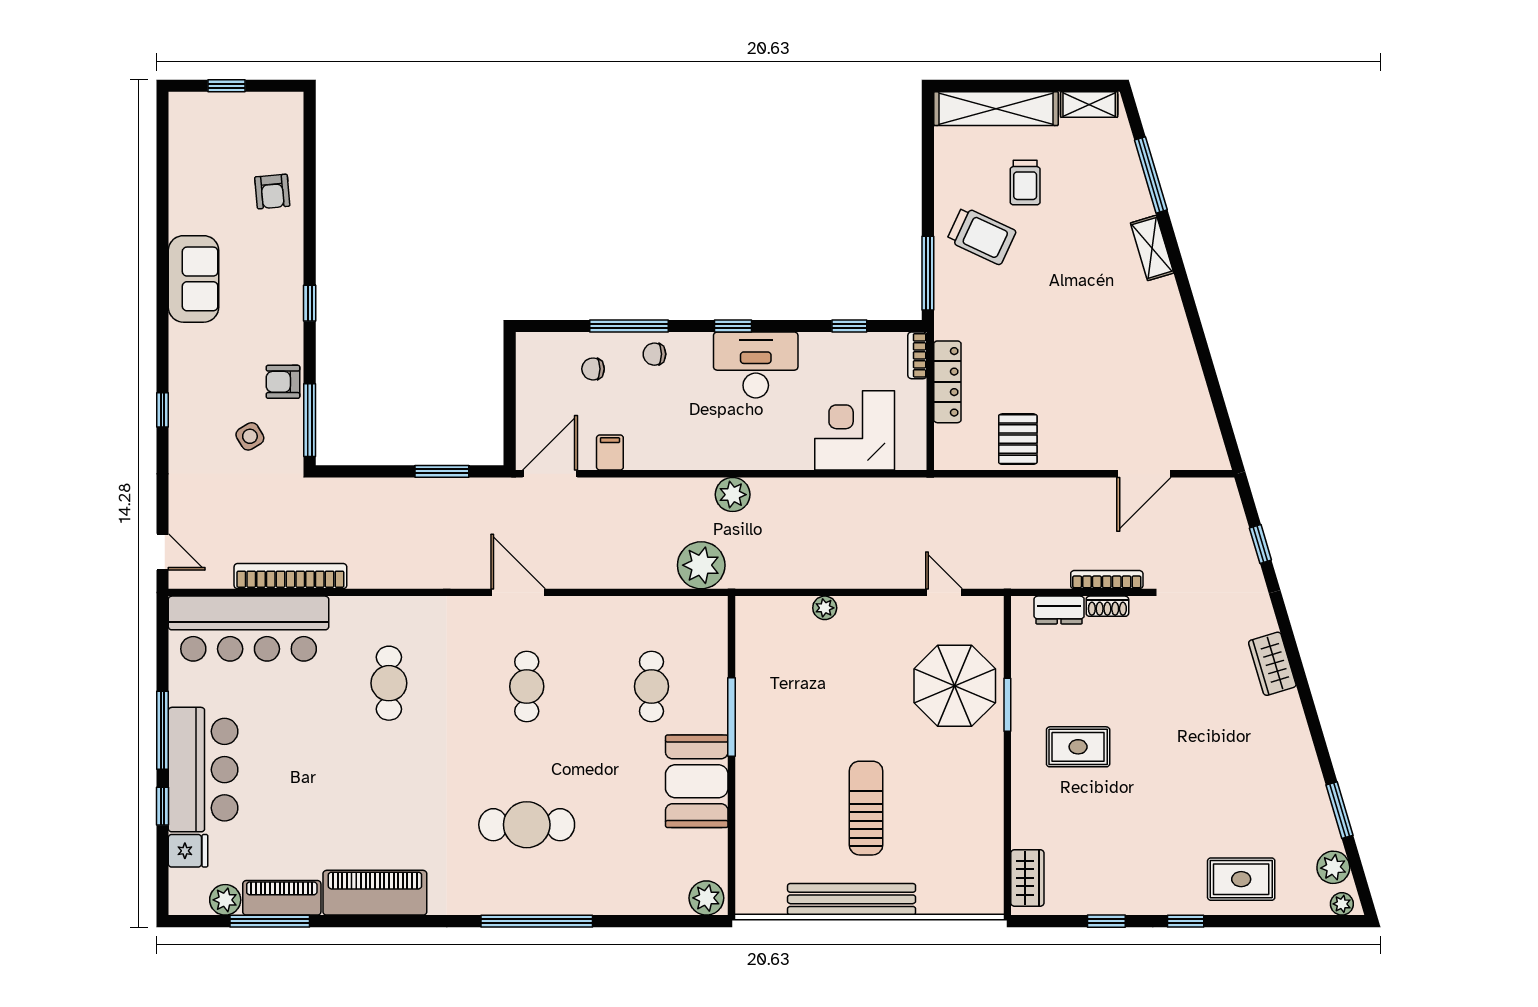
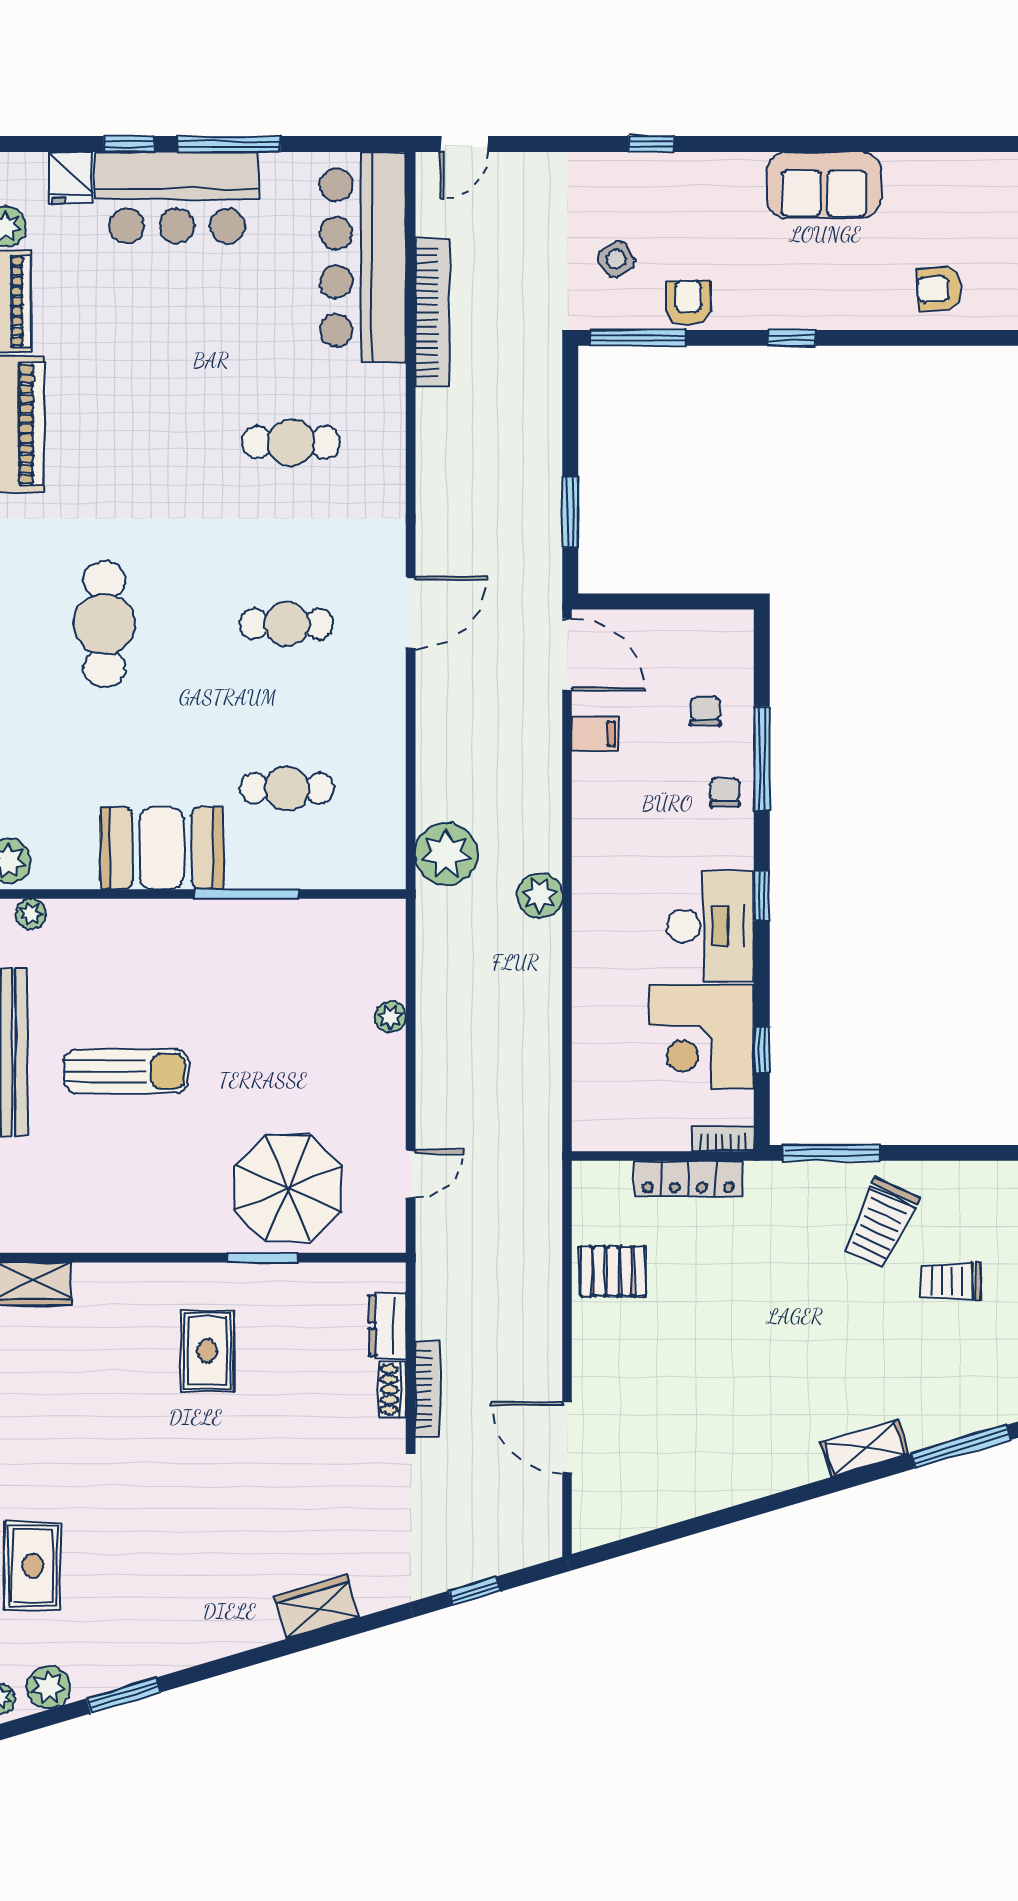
corner desk: (855, 430) -> (701, 1037), moved, turned 180
plant: (747, 881) -> (31, 914), added

